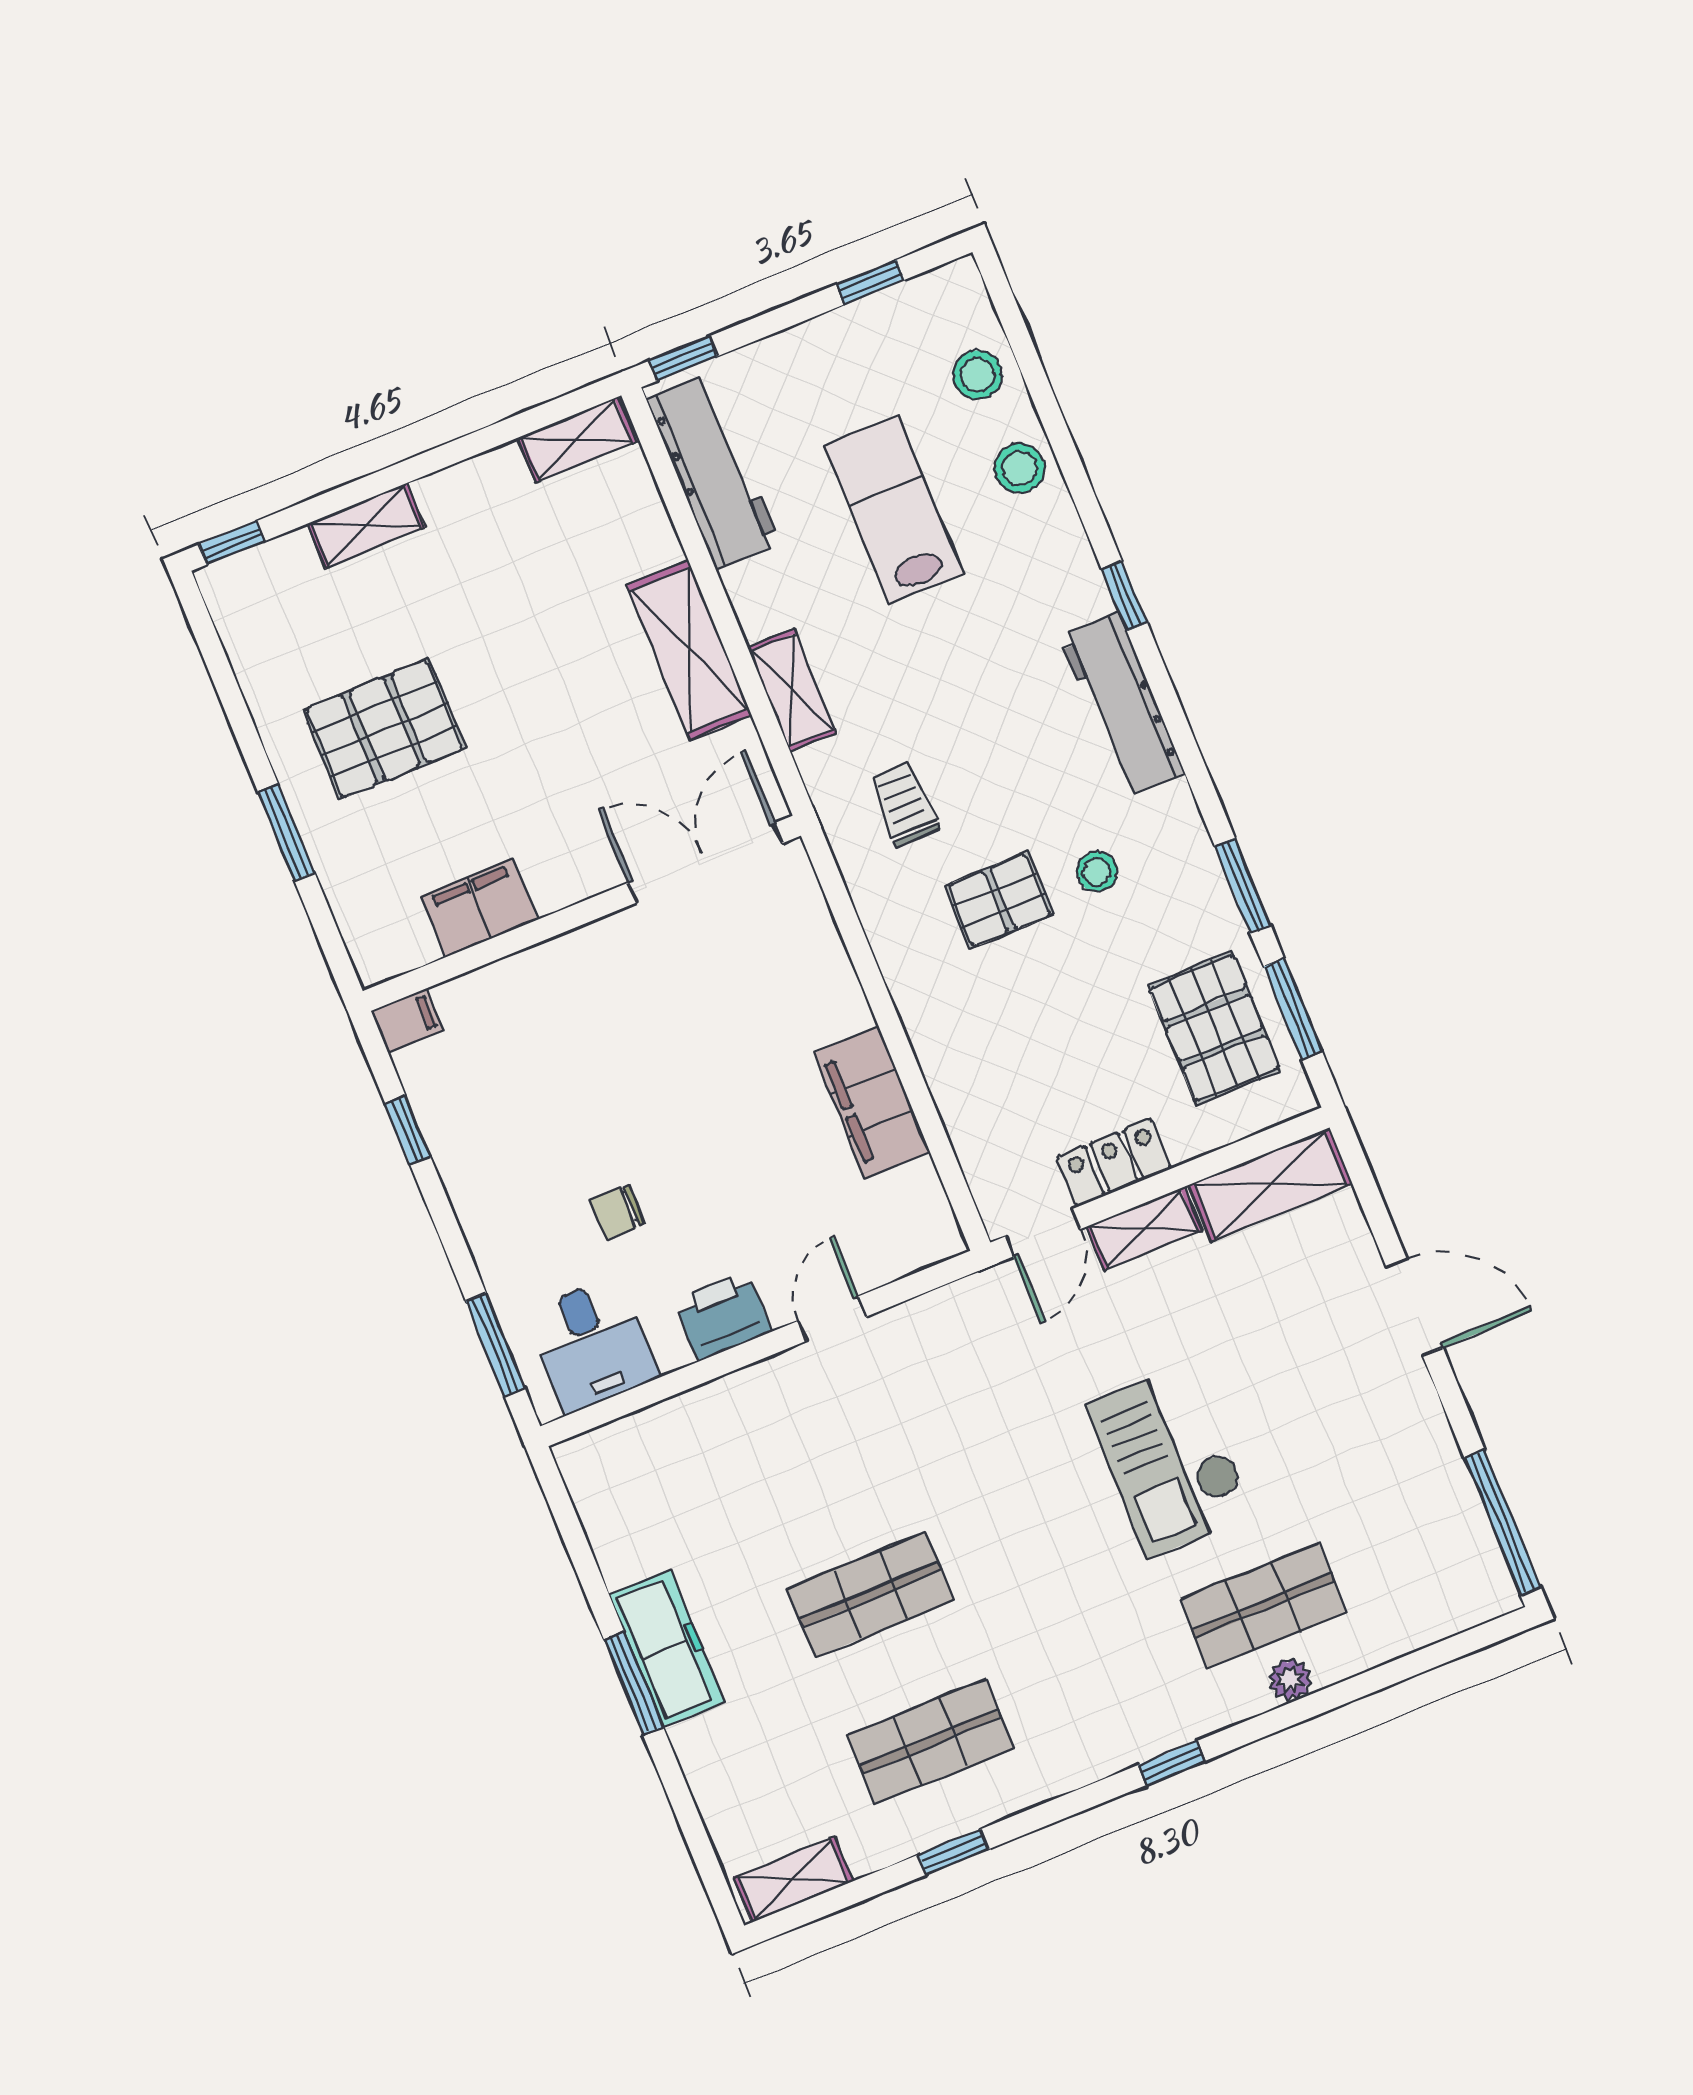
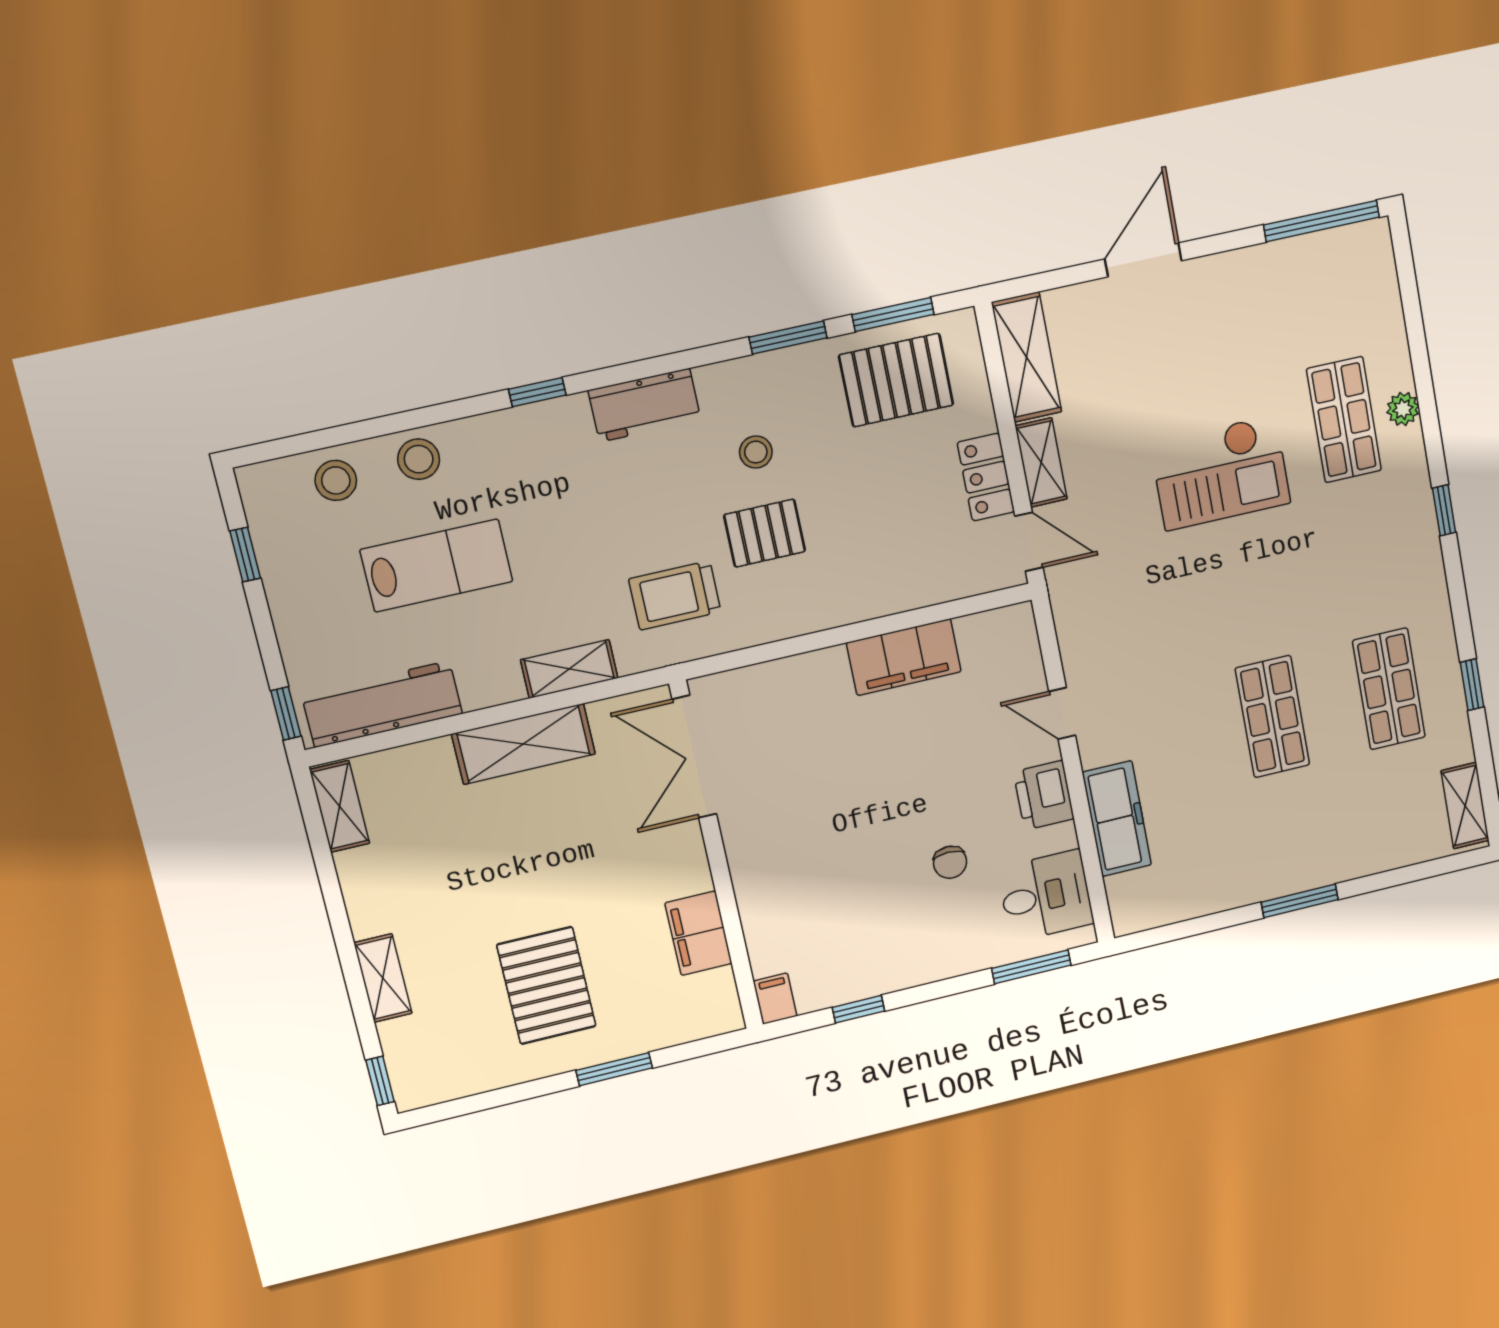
lab bench: (894, 510) -> (437, 566), turned 180
workbench: (1122, 705) -> (645, 405), width x0.73
trolley: (904, 804) -> (675, 595), width x1.36, depth x1.39
pallet: (999, 900) -> (765, 533), turned 90
freezer: (667, 1648) -> (1117, 819), moved, turned 90

